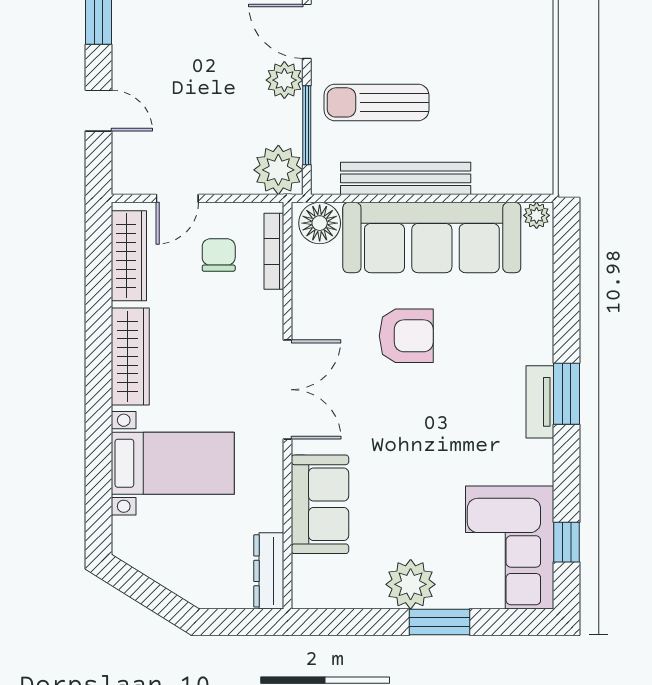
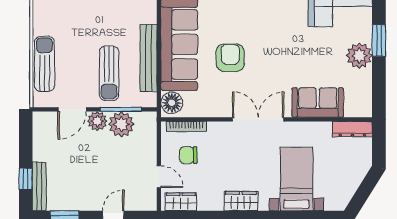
plant: (278, 170) -> (121, 124), moved
wardrobe: (129, 256) -> (181, 202), width x0.67
wardrobe: (130, 356) -> (241, 201), width x0.67

